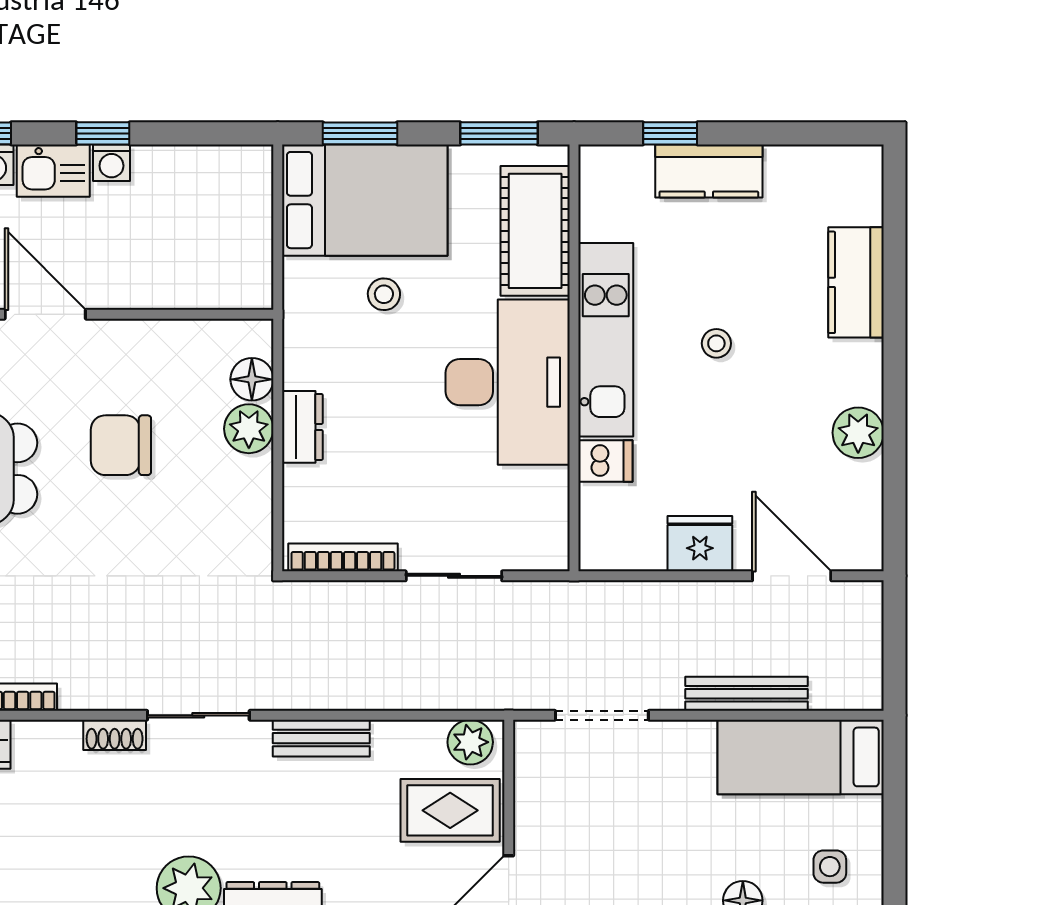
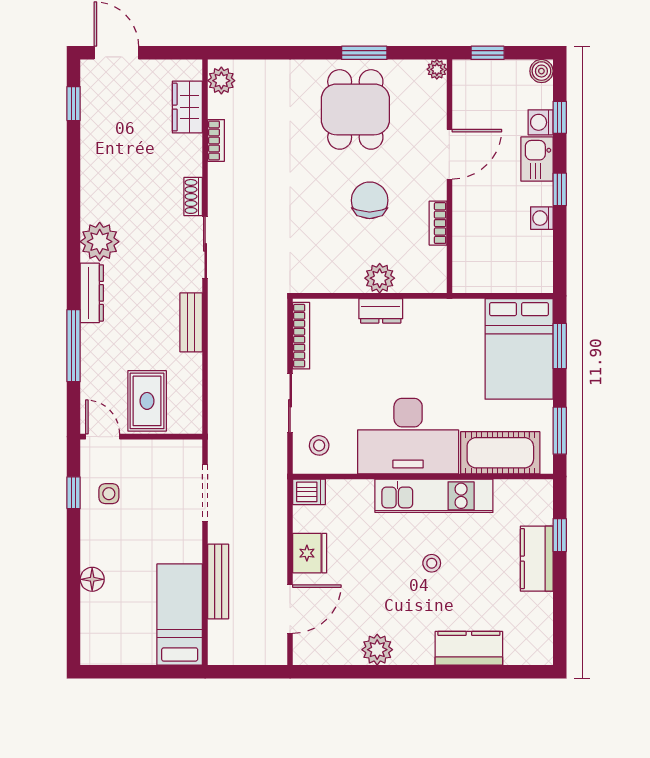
washing machine: (111, 163) -> (542, 218), moved
stool: (384, 294) -> (319, 445), moved
bookcase: (158, 333) -> (438, 223), added
floor lamp: (252, 379) -> (410, 280), removed
dishwasher: (605, 461) -> (309, 492), moved, turned -90
plant: (470, 742) -> (189, 413), removed
side table: (830, 867) -> (109, 494), moved

